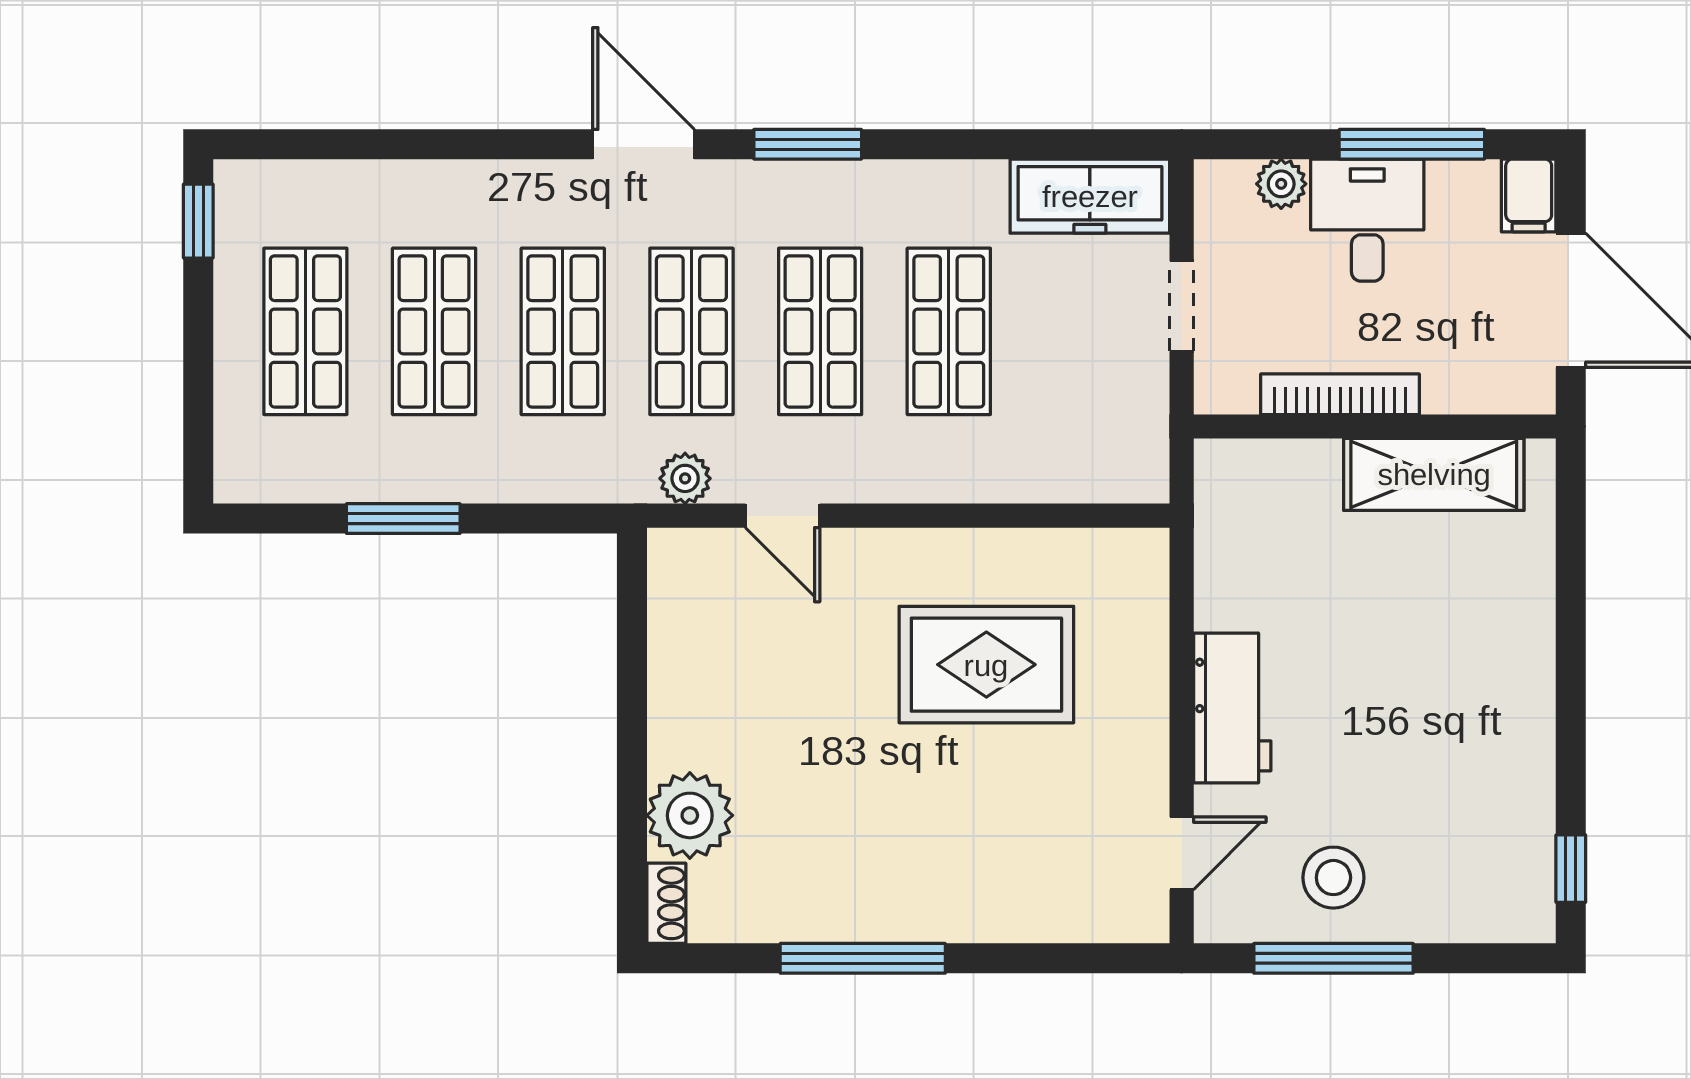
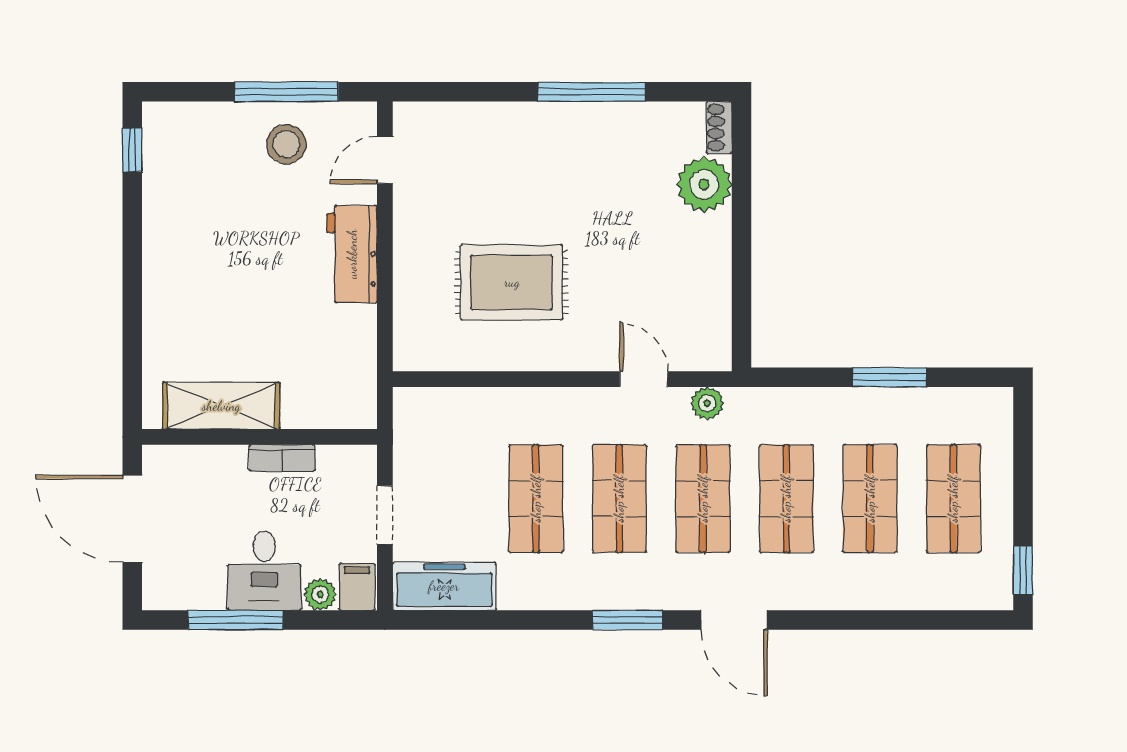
filing cabinet: (1529, 195) -> (357, 587), moved
bookcase: (1340, 394) -> (282, 458), width x0.64

